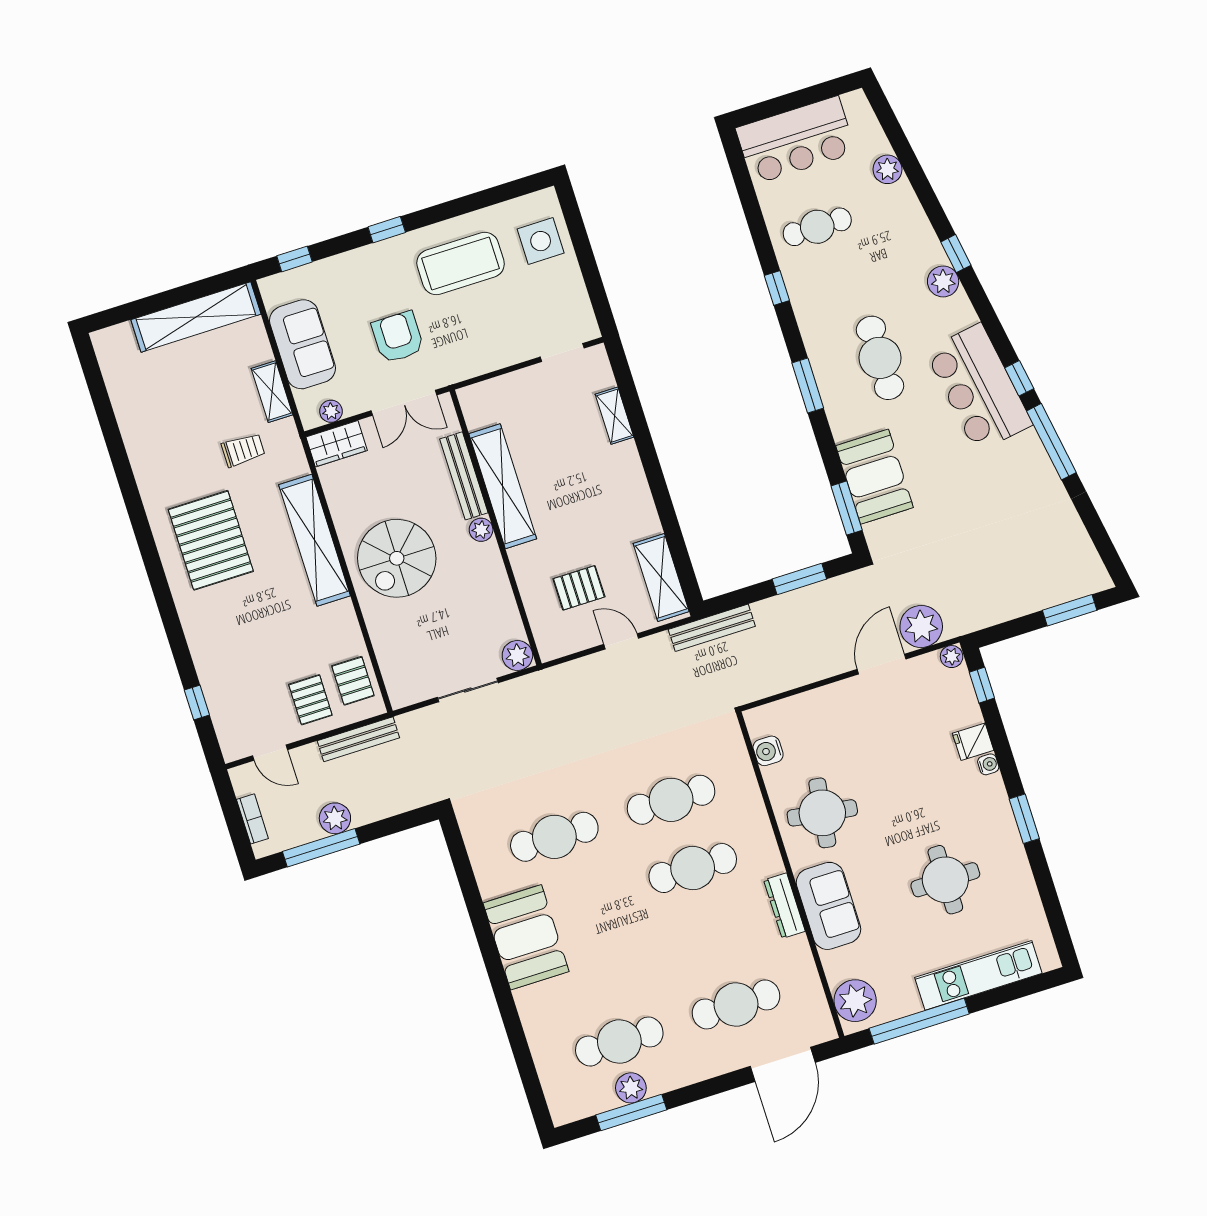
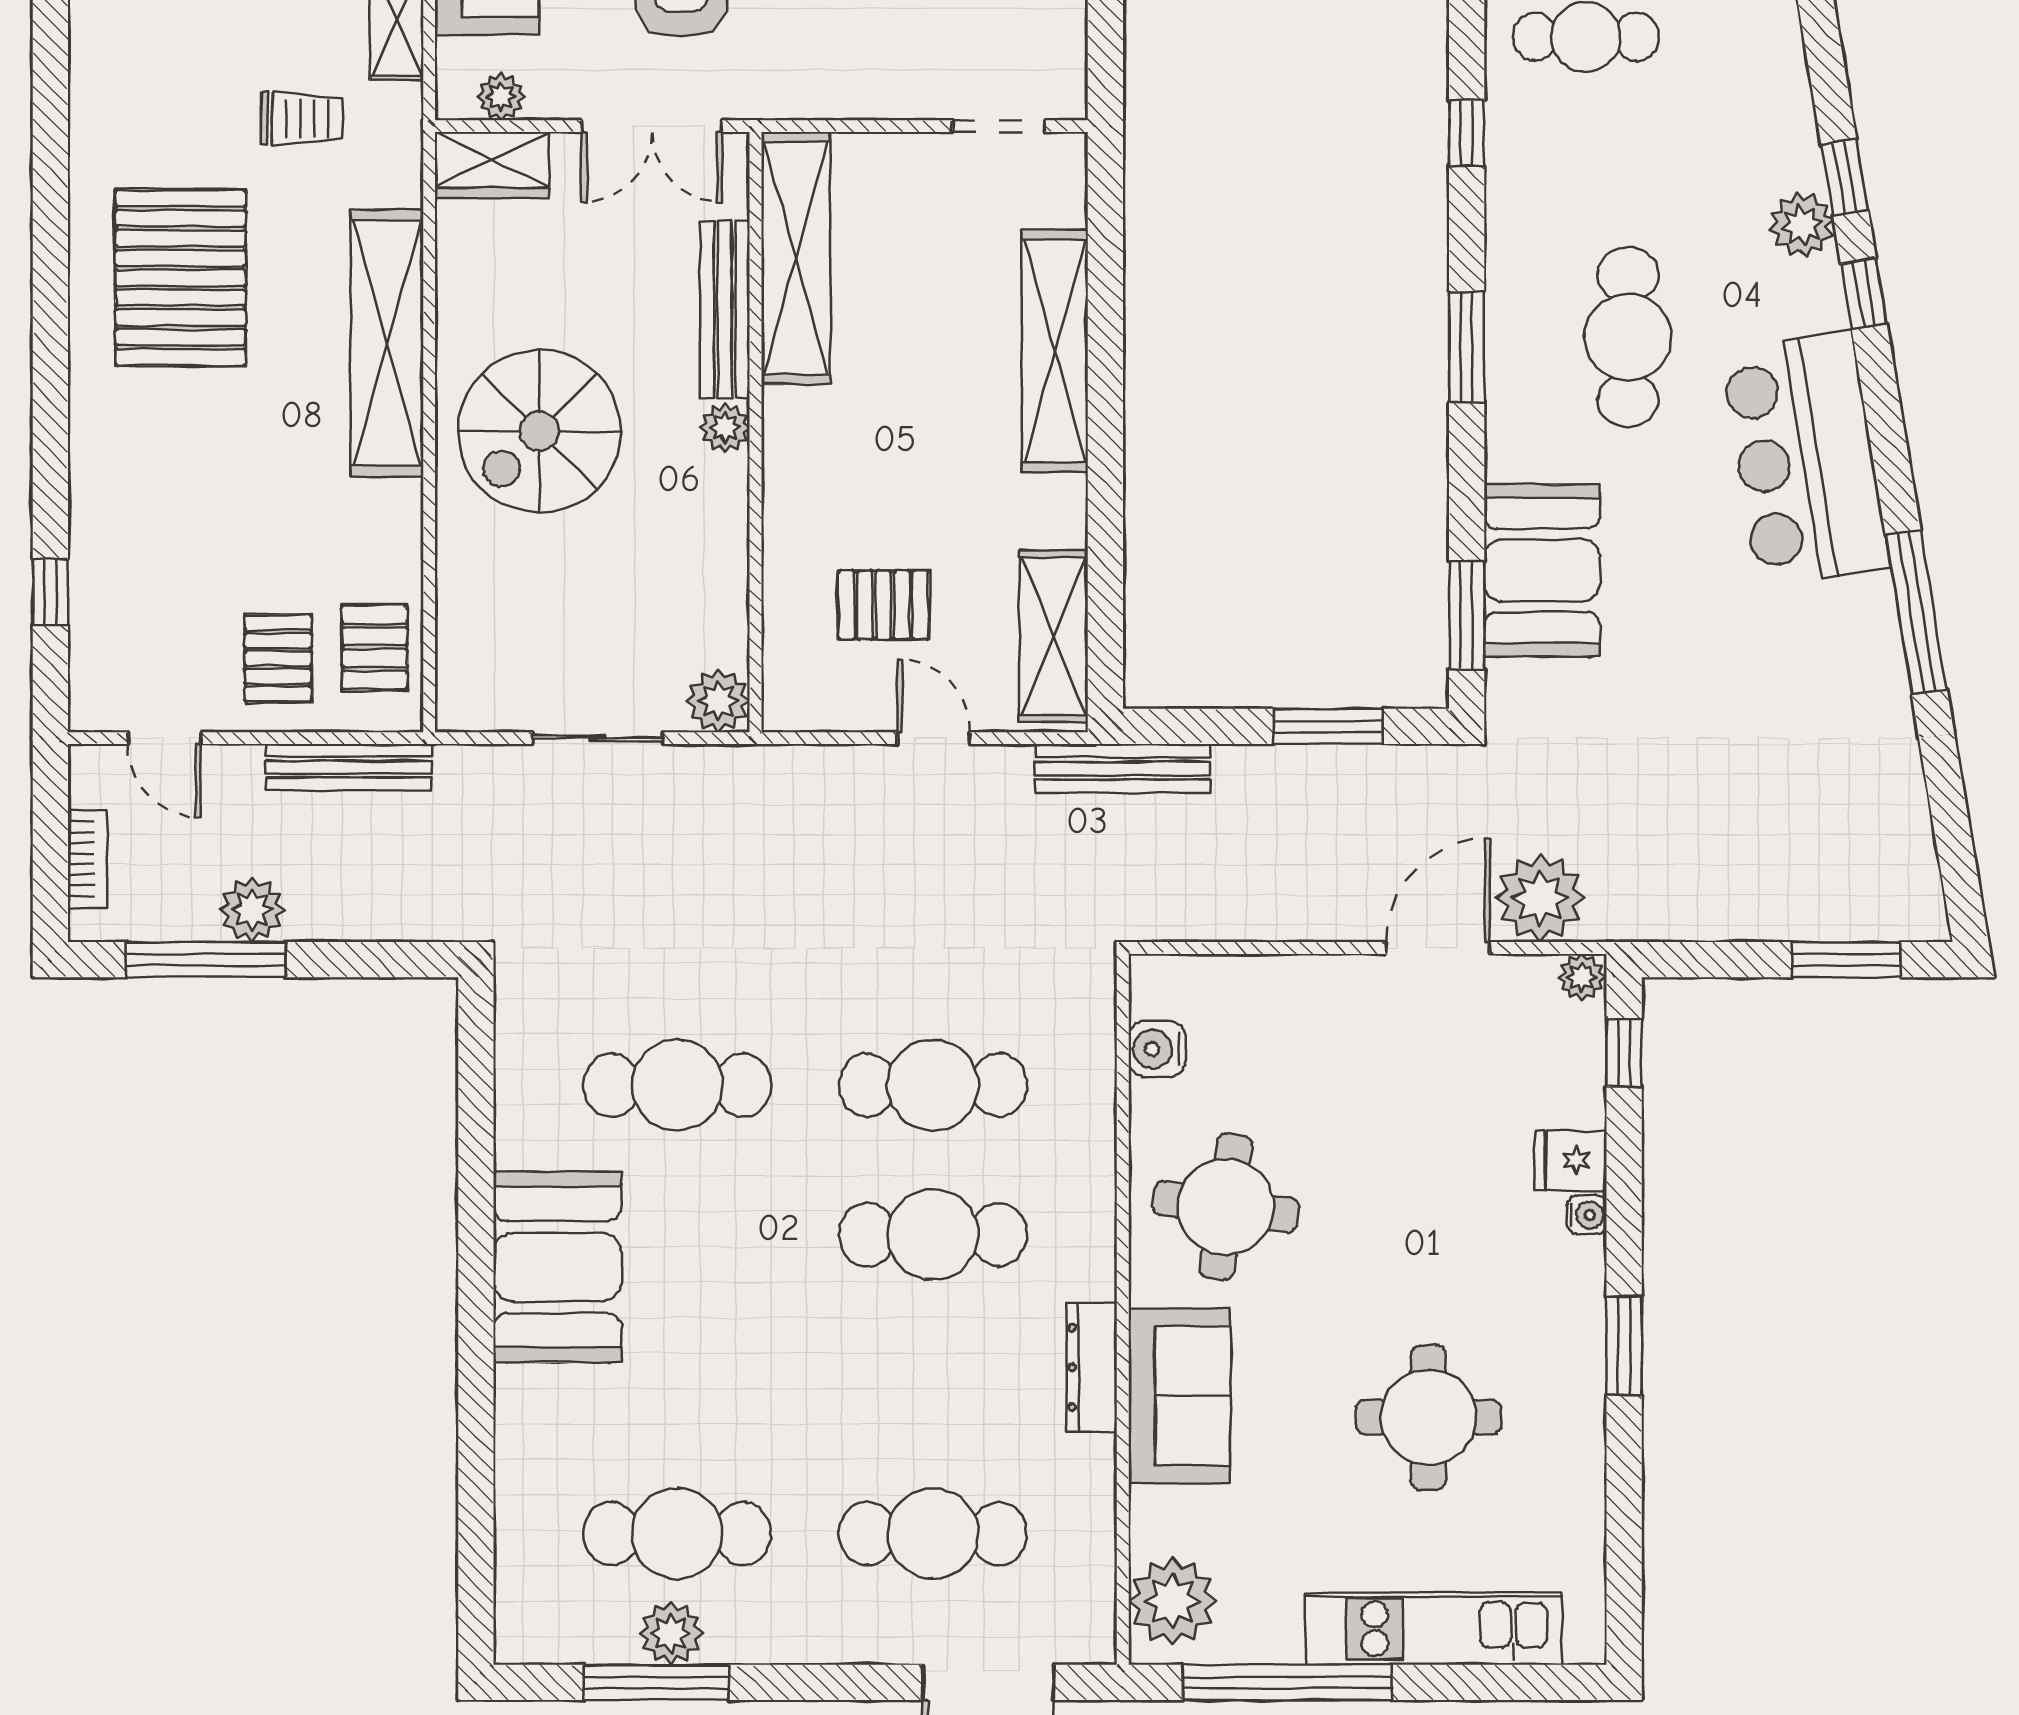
window: (1019, 378) -> (1864, 294), moved
shelving: (615, 416) -> (1055, 351), width x2.20, depth x1.33
shelving: (503, 486) -> (796, 258), moved

